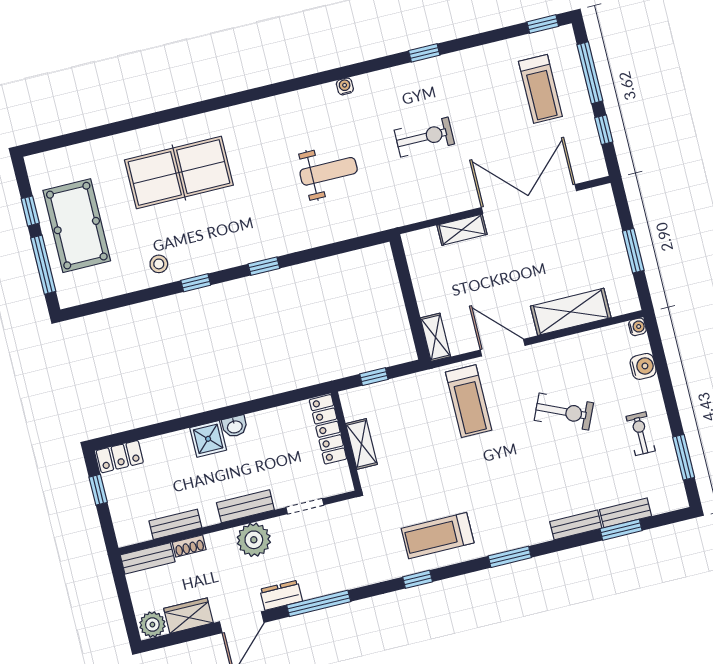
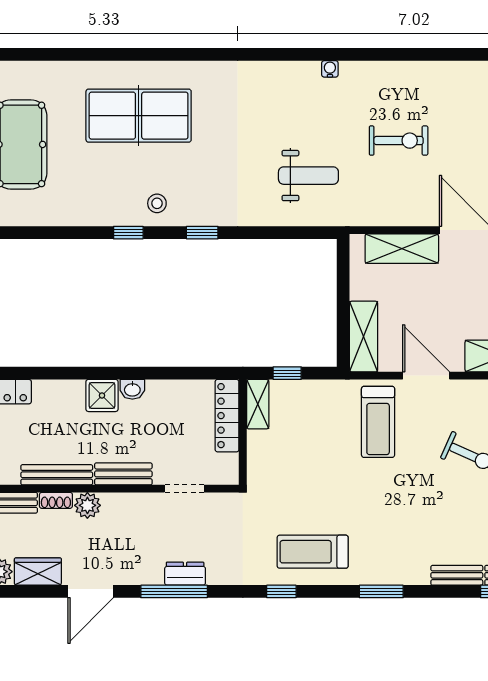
window: (424, 53) -> (419, 54), removed
weight bench: (329, 171) -> (308, 176), moved
shelving: (462, 230) -> (402, 249), width x1.50, depth x1.33
stool: (159, 264) -> (157, 203), moved
shelving: (435, 337) -> (364, 337), width x1.50, depth x1.33
shelving: (361, 444) -> (258, 404), moved
bench: (175, 524) -> (57, 475), width x1.36
plant: (254, 540) -> (87, 505), moved, width x0.73, depth x0.73
dresser: (281, 595) -> (185, 574), moved

